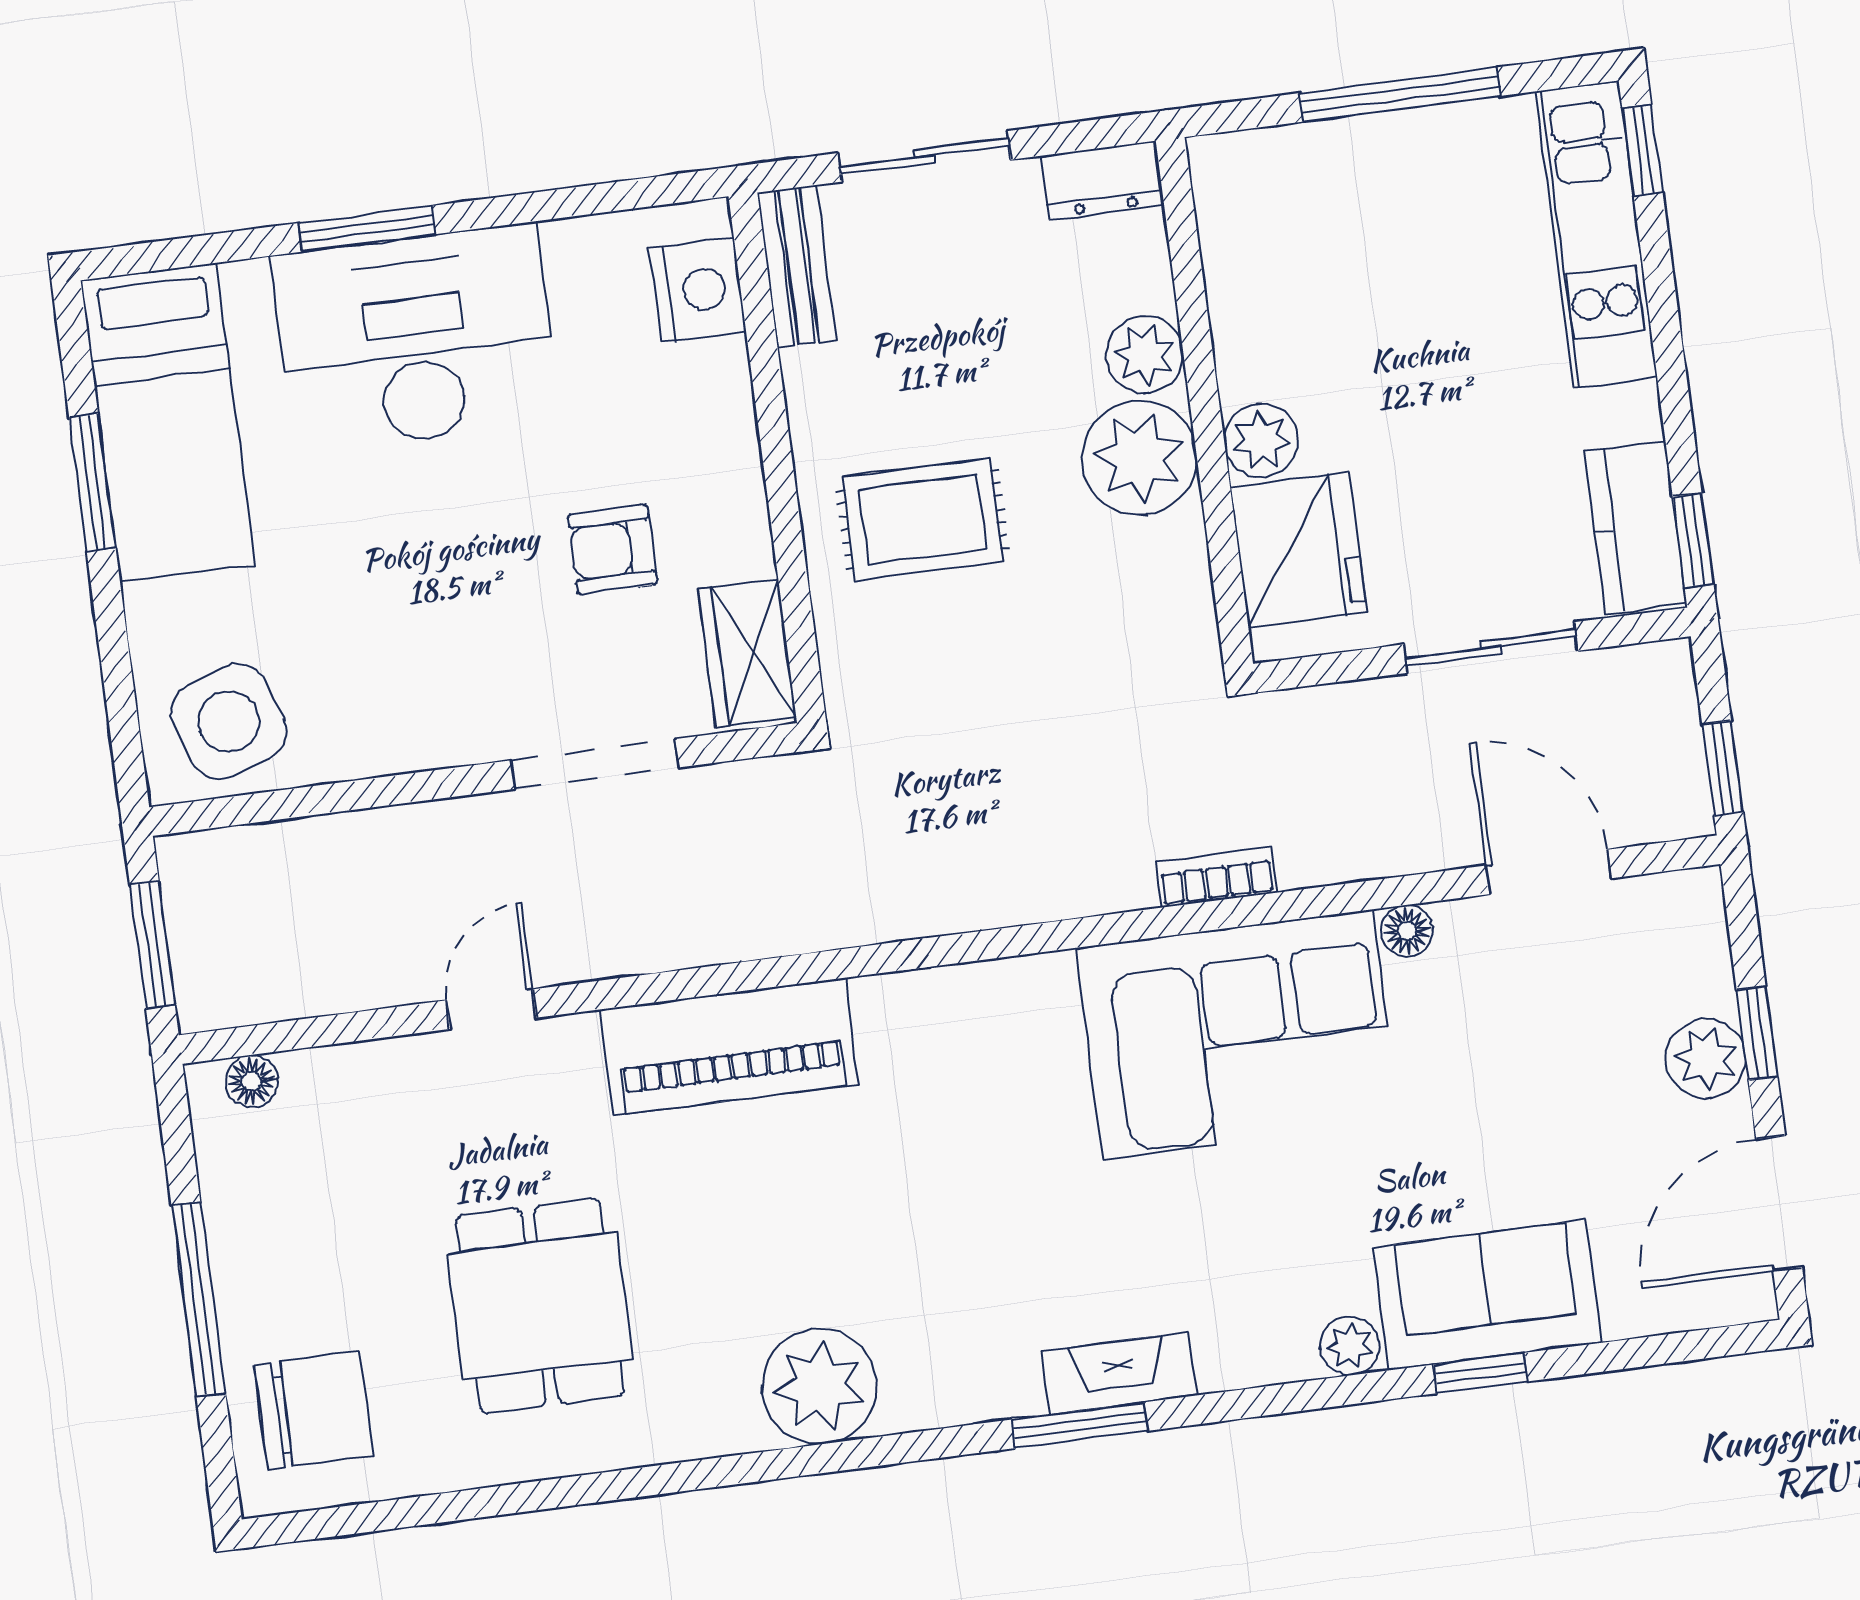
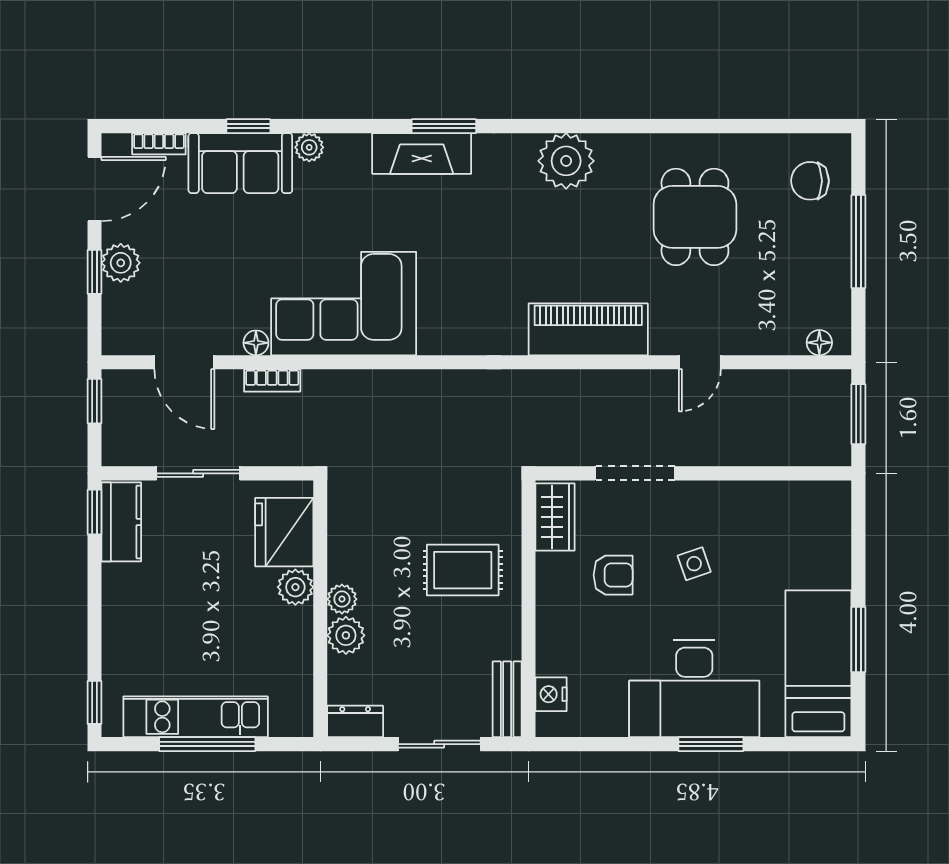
kitchen unit: (1596, 234) -> (196, 717), moved, turned -90
nightstand: (698, 290) -> (551, 694), width x0.74, depth x0.75
plant: (1139, 458) -> (342, 599), width x0.53, depth x0.53
side table: (229, 722) -> (694, 564), moved, width x0.54, depth x0.54
bookcase: (1216, 877) -> (272, 380), moved
bookcase: (1659, 1313) -> (159, 144), added
fireplace: (1119, 1373) -> (422, 153), width x1.37, depth x1.32
chair: (314, 1411) -> (810, 181), width x0.73, depth x0.73

